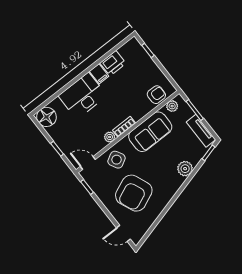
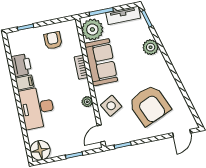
armchair: (156, 95) -> (53, 40), moved
plant: (172, 106) -> (92, 29), width x1.88, depth x1.88
bookcase: (124, 127) -> (81, 67), moved

